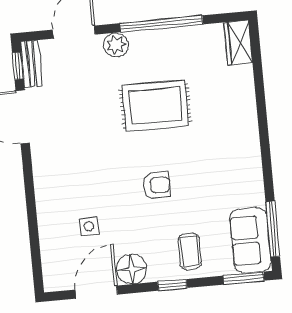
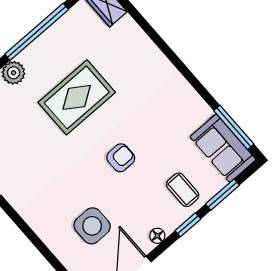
side table: (89, 226) -> (92, 226), width x1.87, depth x1.87
floor lamp: (132, 269) -> (157, 236), width x0.53, depth x0.53
window: (244, 278) -> (223, 195), moved

